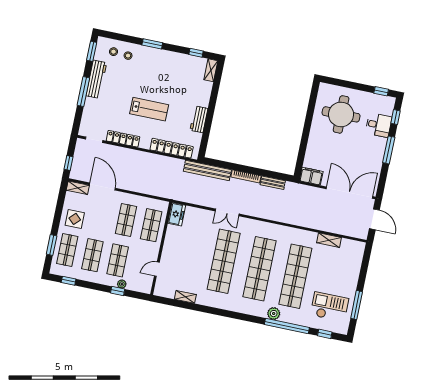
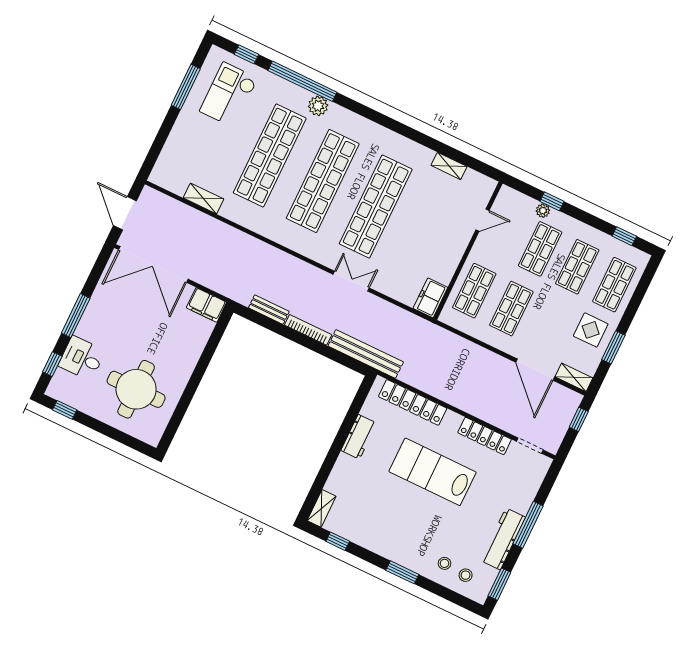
lab bench: (149, 109) -> (433, 472), width x1.36, depth x1.39
window: (52, 245) -> (613, 347), moved
checkout: (329, 307) -> (229, 95), turned 90

